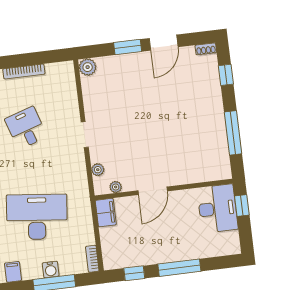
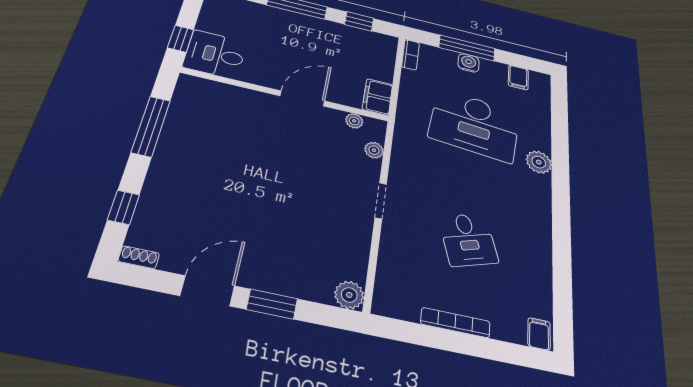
desk: (218, 209) -> (215, 54), width x0.73

